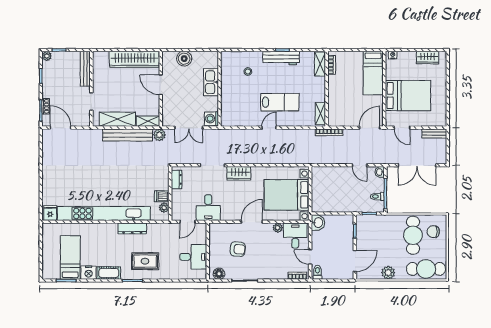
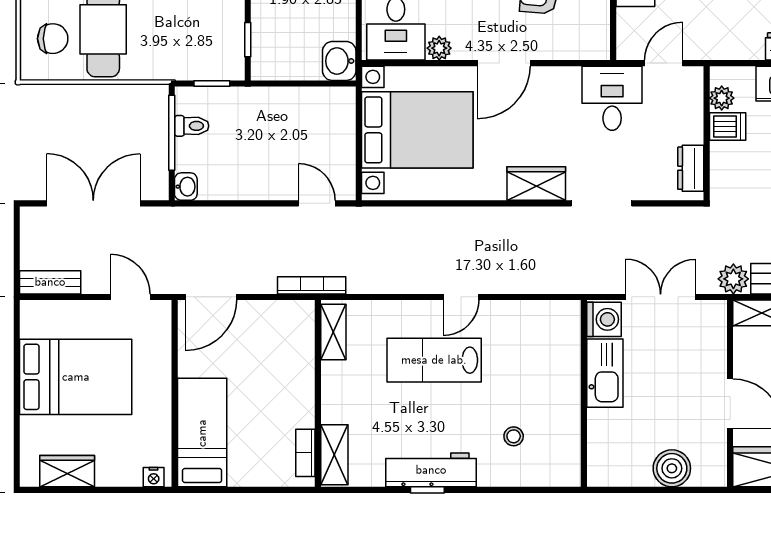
kitchen sink: (211, 82) -> (605, 373), moved
bed: (408, 96) -> (76, 377), moved, turned 180
door: (360, 165) -> (317, 203), moved

